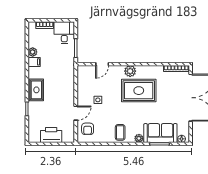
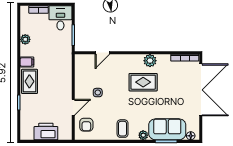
filing cabinet: (34, 62) -> (27, 62), moved
plant: (130, 71) -> (150, 61), moved
rug: (139, 91) -> (143, 82), width x0.73, depth x0.70

